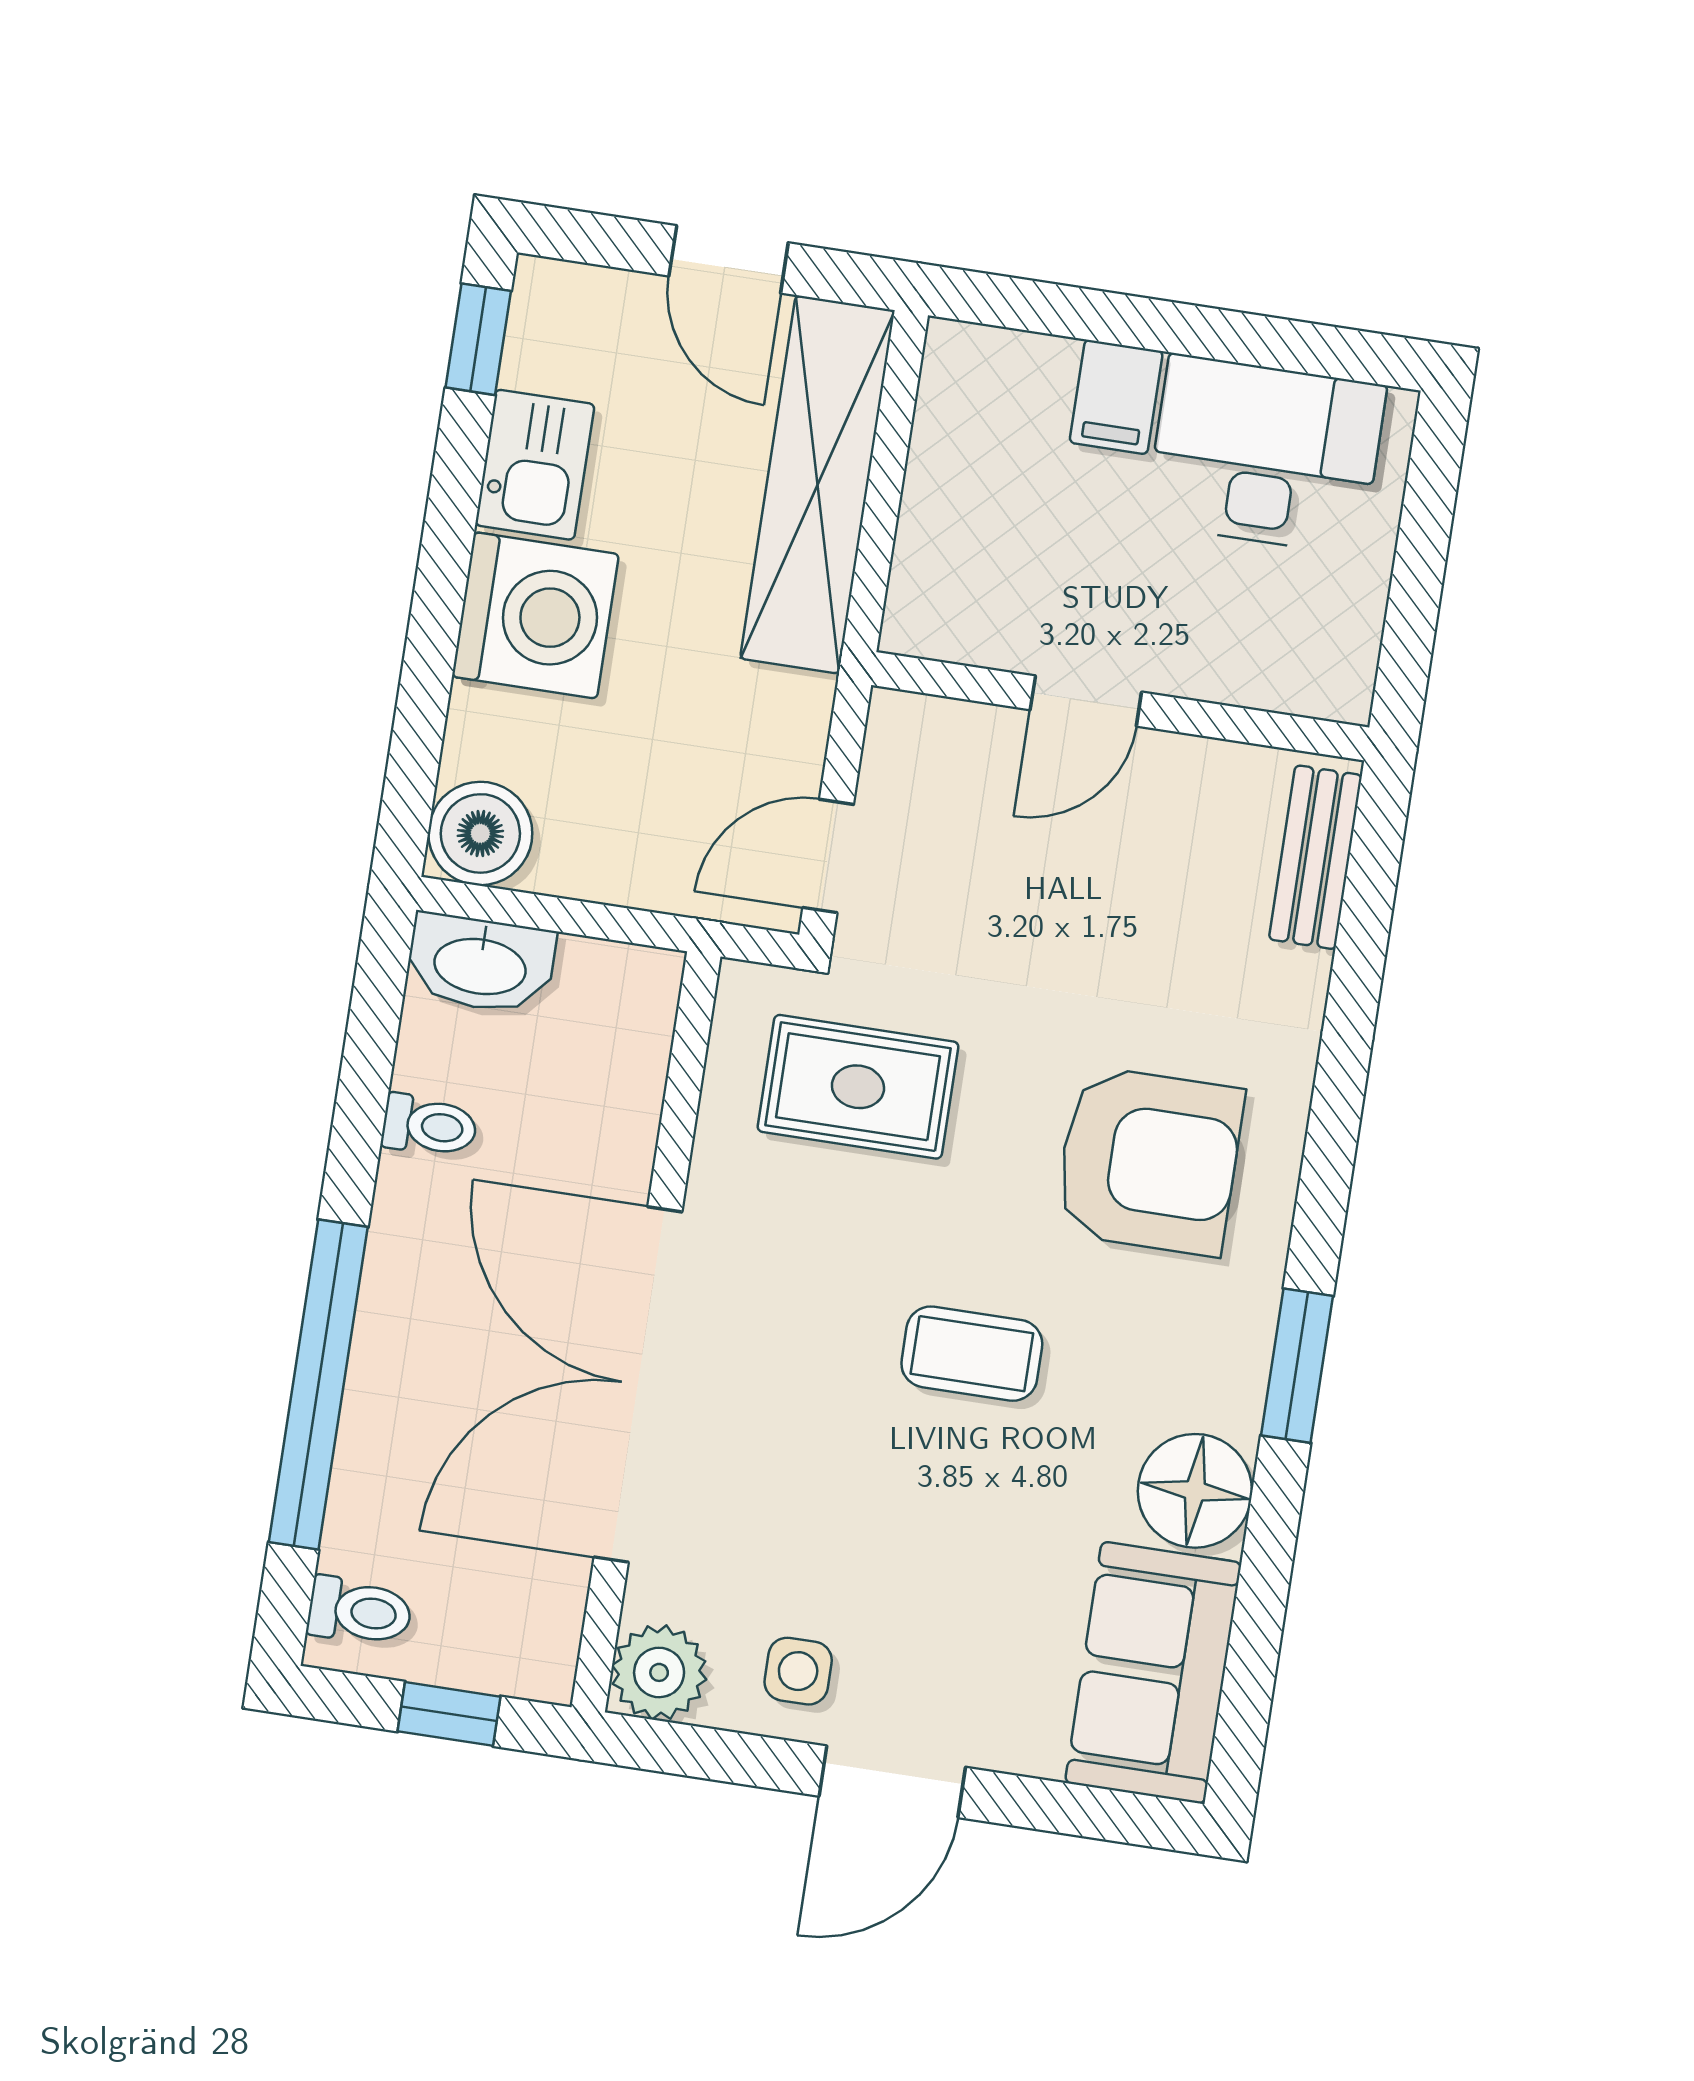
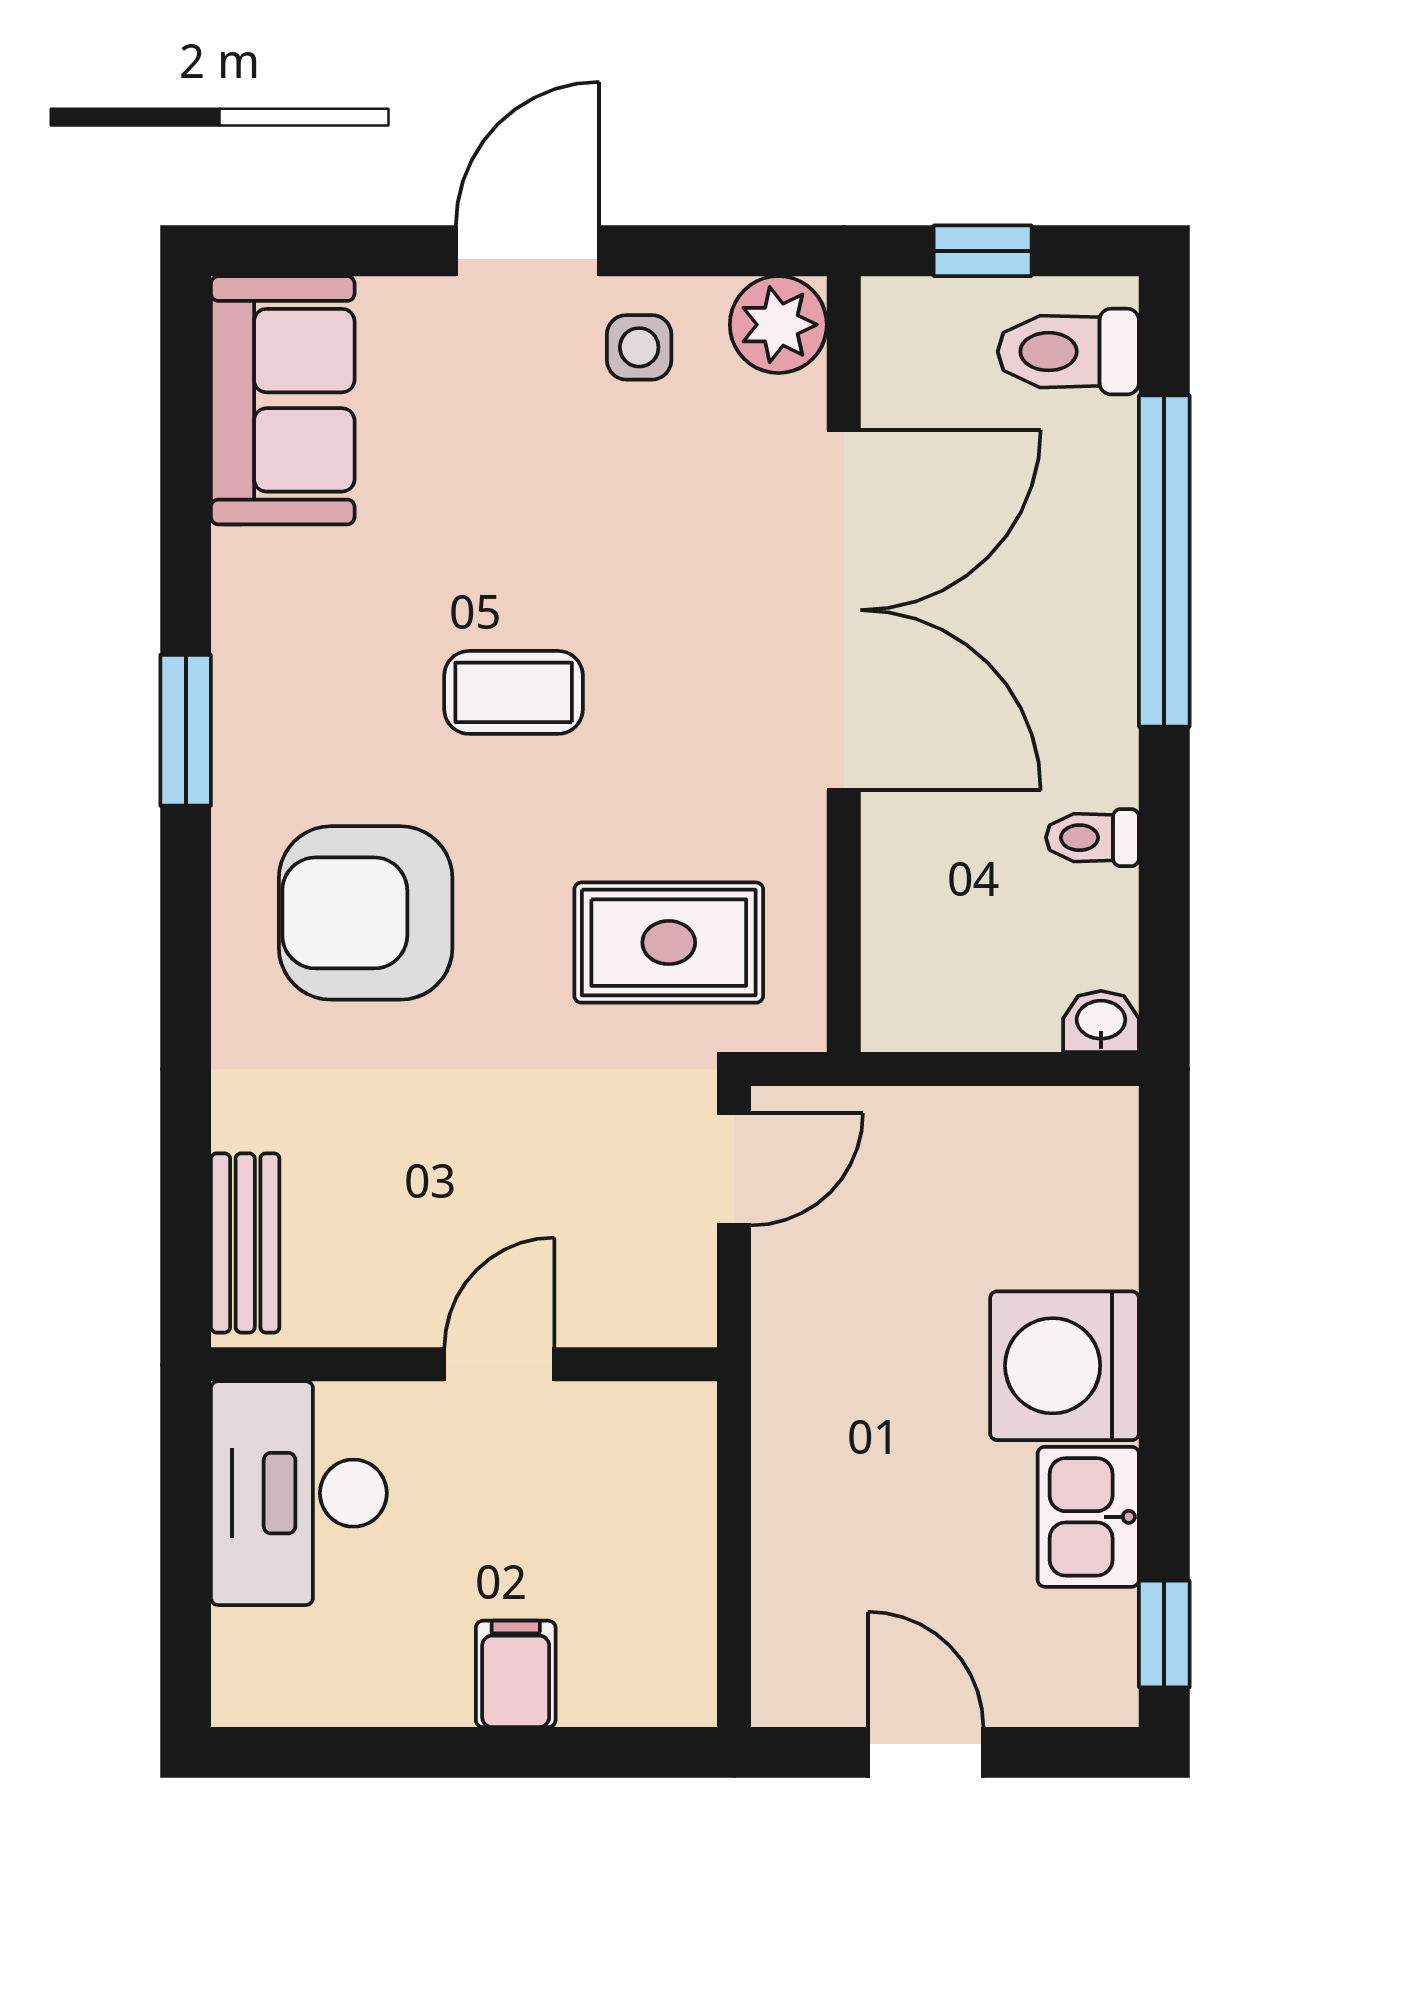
desk: (1265, 454) -> (299, 1493), moved, turned 90
shelving: (817, 485) -> (802, 1540), removed
boiler: (480, 833) -> (1086, 1139), removed
washbasin: (480, 964) -> (1101, 1022), width x0.52, depth x0.69
floor lamp: (1195, 1491) -> (269, 589), removed
toilet: (360, 1611) -> (1068, 352), width x1.37, depth x1.39

